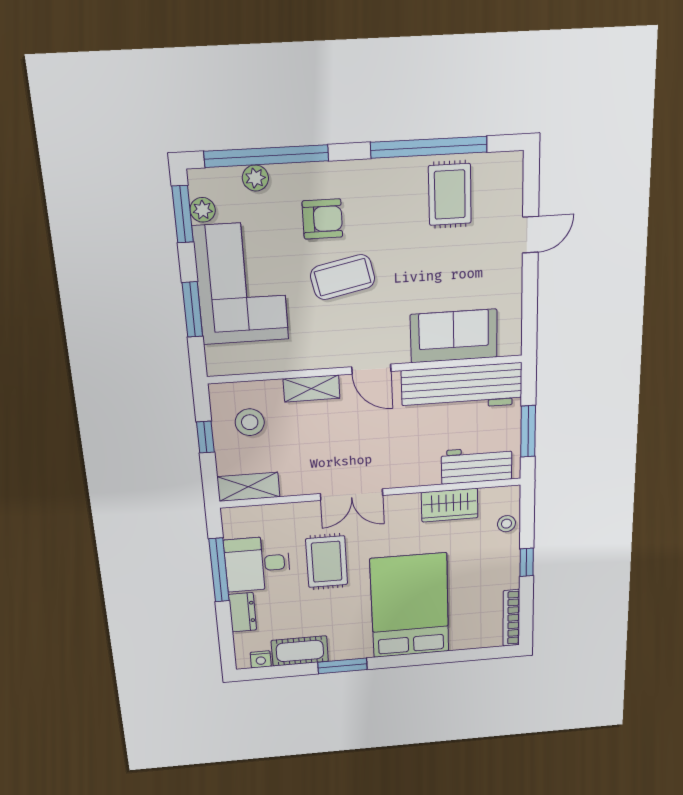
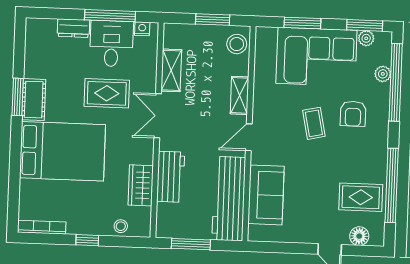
floor lamp: (509, 191) -> (359, 236), added
coffee table: (343, 277) -> (314, 123), width x0.73, depth x0.77
stool: (250, 422) -> (237, 44), moved
window: (205, 437) -> (213, 20), width x1.50
workbench: (477, 465) -> (171, 177), moved
shelving: (248, 487) -> (171, 70), moved
cot: (300, 651) -> (34, 100), moved
nightstand: (261, 659) -> (142, 29), moved, turned 90

